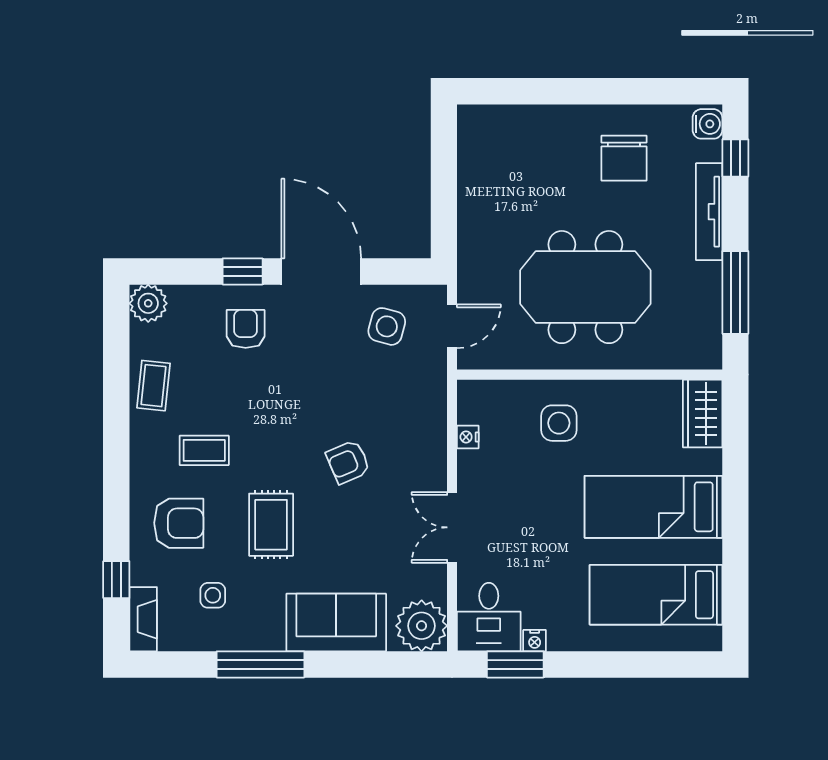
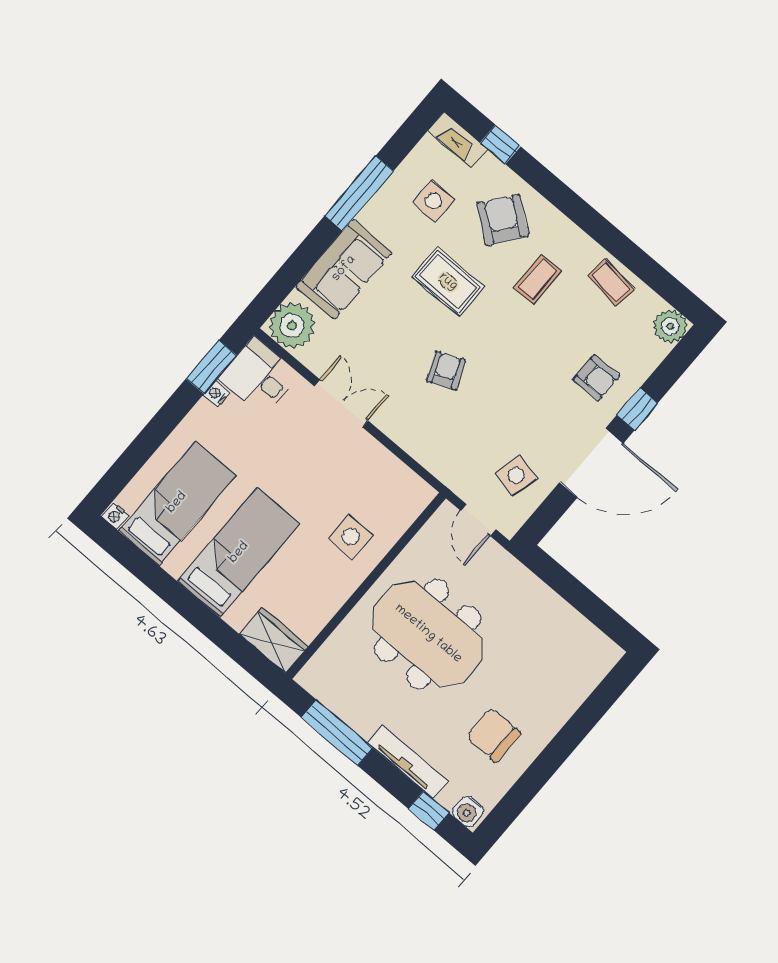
meeting table: (585, 287) -> (428, 634), turned 90
nightstand: (468, 437) -> (115, 516), moved, turned 180
armchair: (179, 523) -> (503, 220), turned 127
side table: (213, 595) -> (434, 201), width x1.37, depth x1.37

